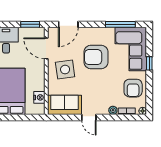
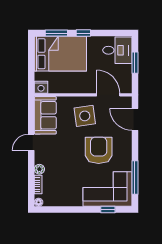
window: (30, 24) -> (135, 63), moved
door: (46, 48) -> (108, 95), hinge flipped
window: (149, 63) -> (108, 210), moved
armchair: (133, 88) -> (64, 192), removed
nightstand: (39, 97) -> (41, 87), moved

